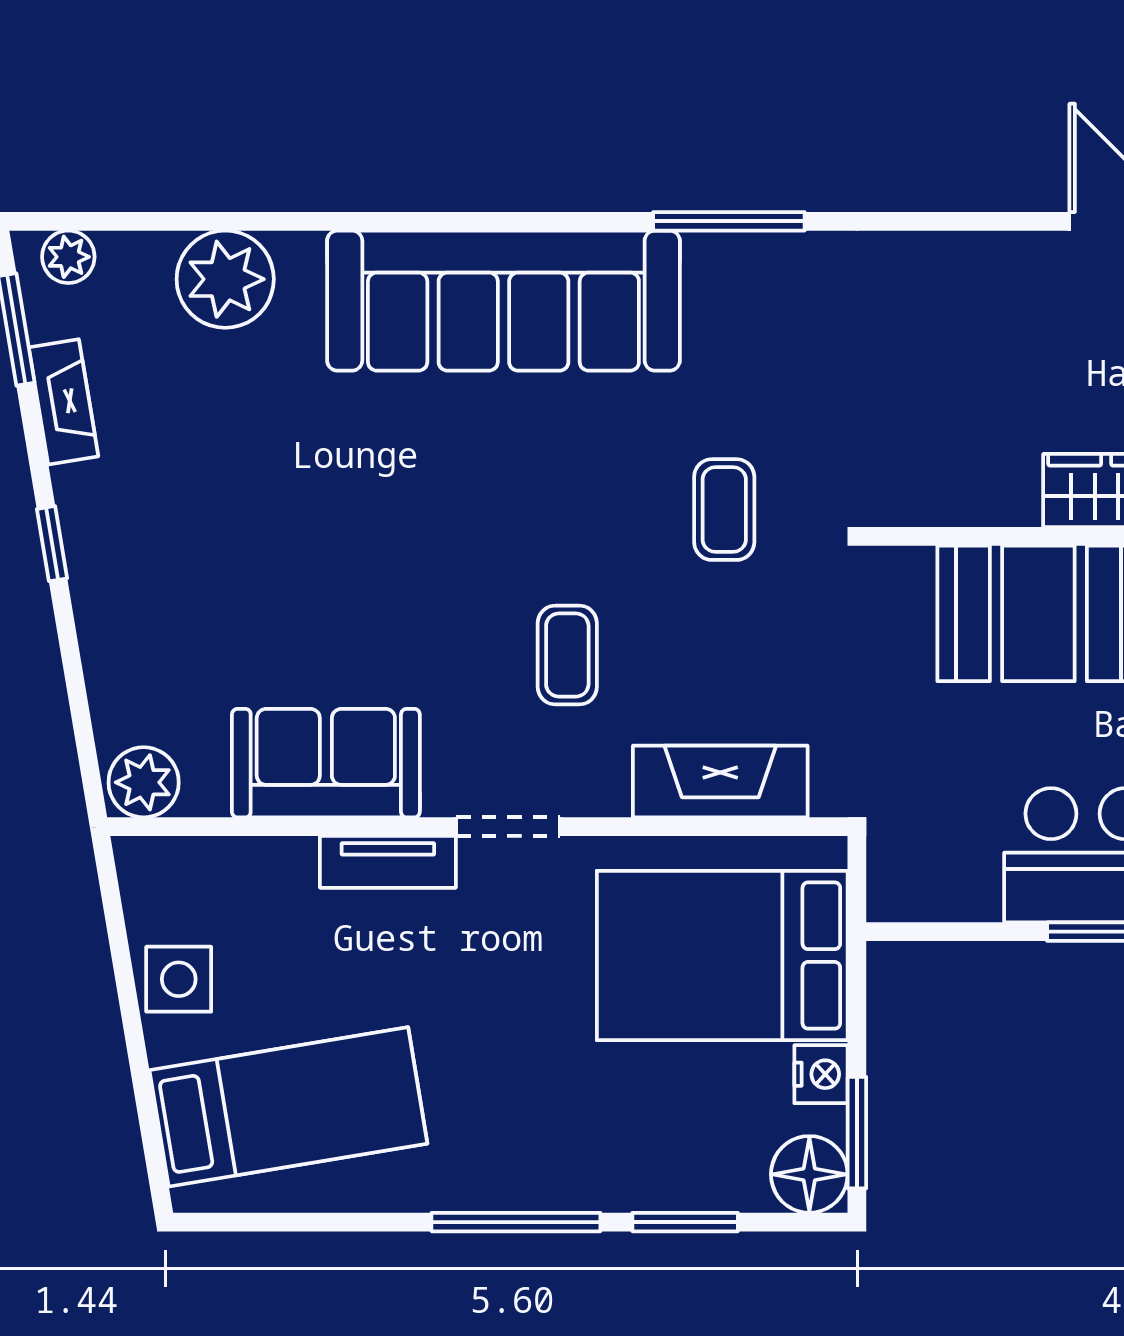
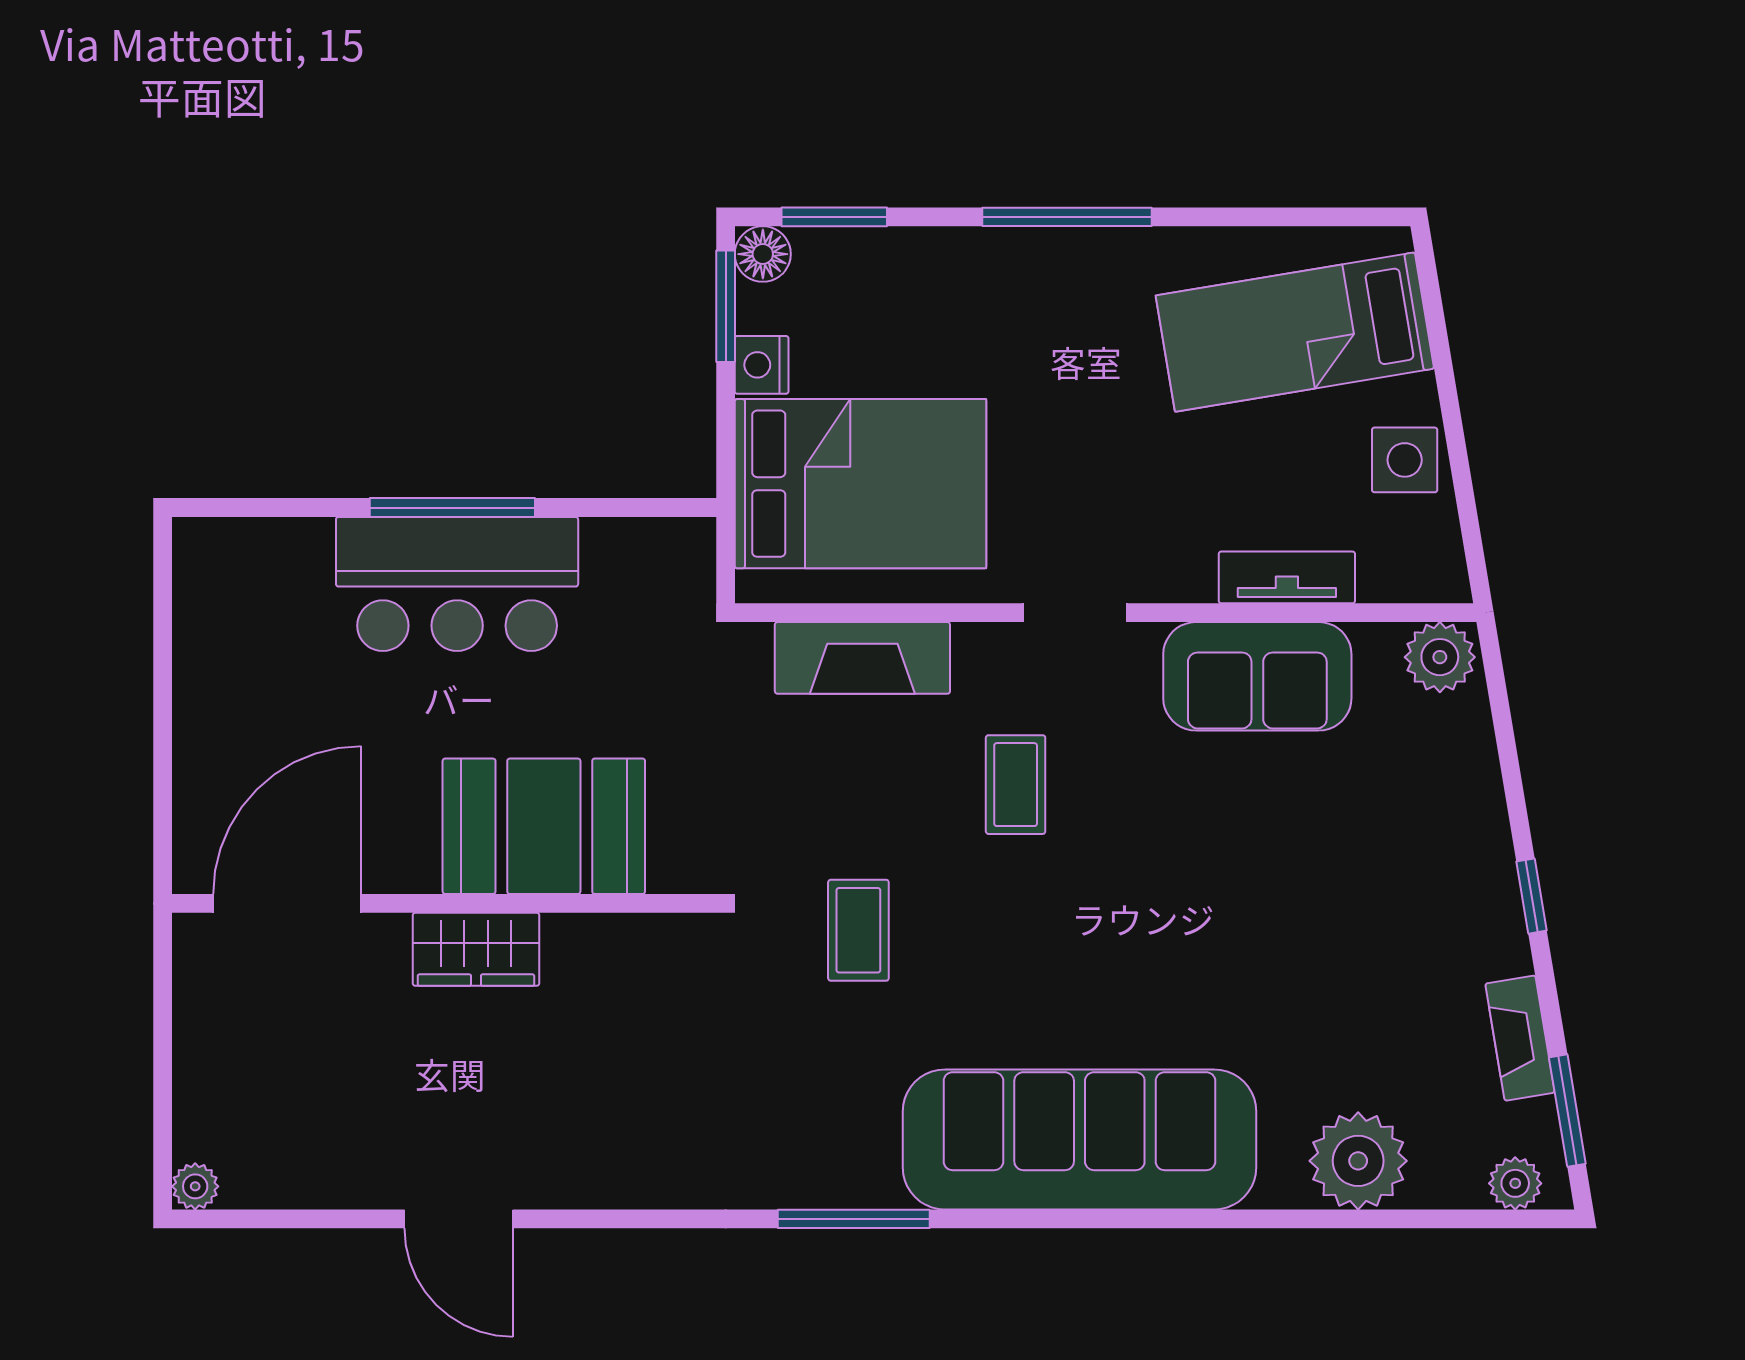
tv unit: (388, 862) -> (1287, 577), moved
floor lamp: (809, 1174) -> (763, 254), width x0.73, depth x0.73
window: (685, 1222) -> (834, 217), moved

